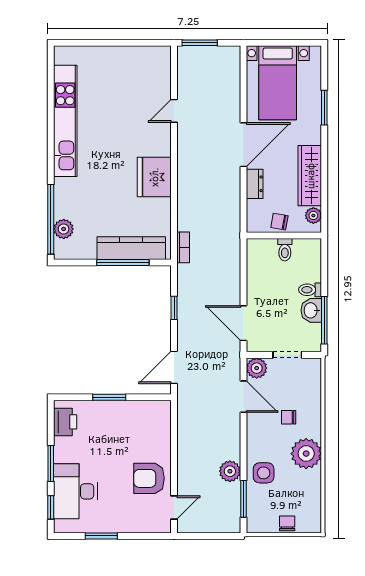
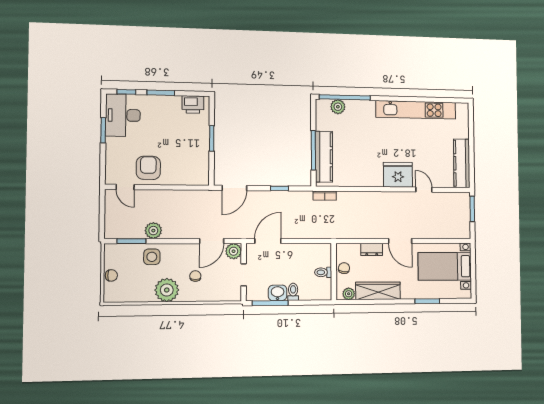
kitchen counter: (138, 57) -> (462, 163), added
door: (243, 145) -> (400, 241), width x0.73
fridge: (154, 177) -> (398, 175), moved
door: (174, 367) -> (234, 188), swing flipped
desk: (75, 491) -> (123, 115), moved, turned -90

